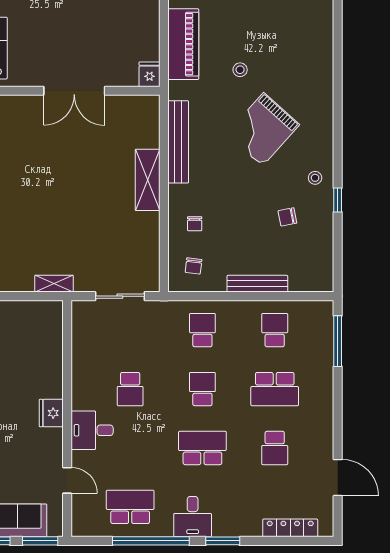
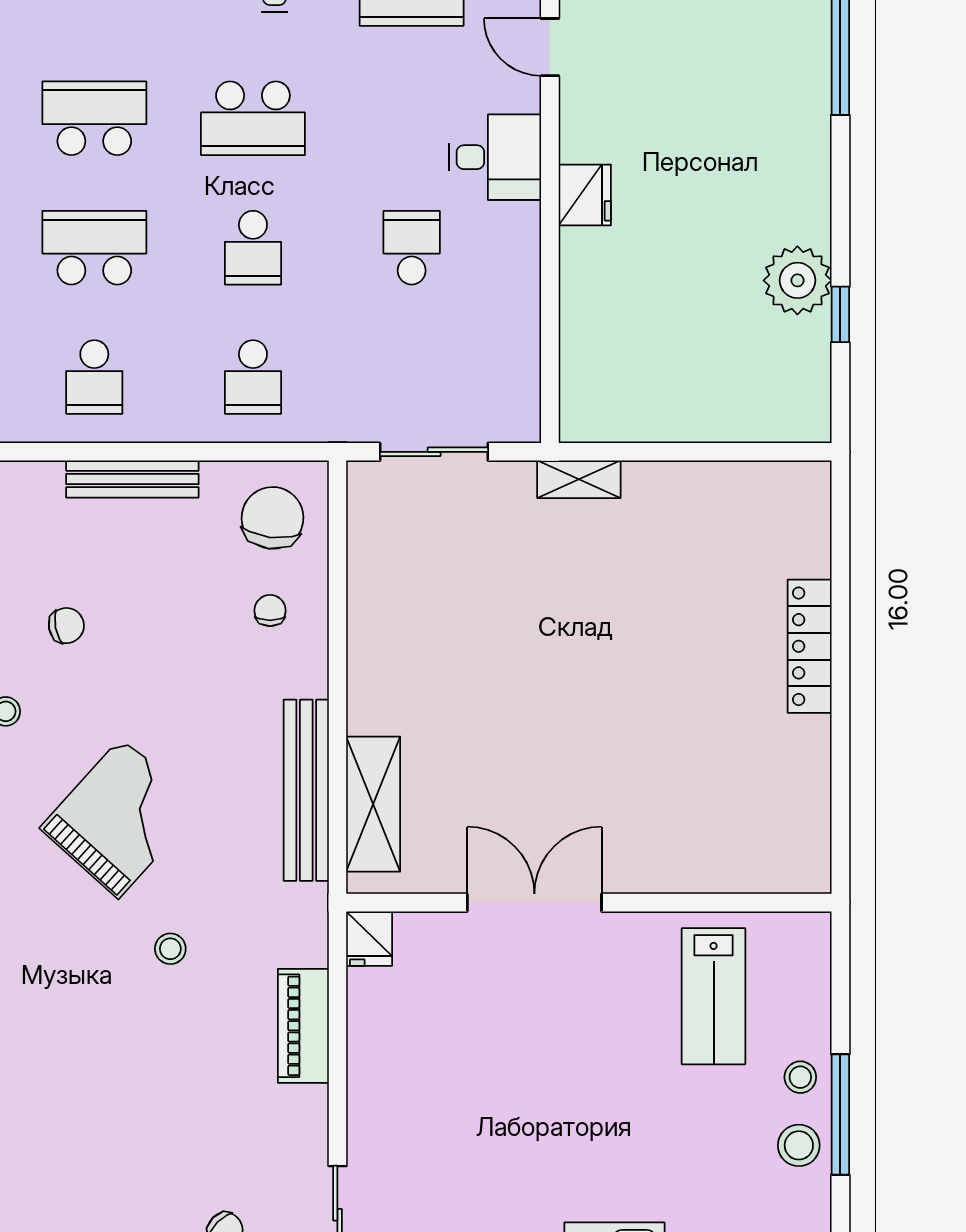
piano: (183, 44) -> (303, 1026), width x0.73, depth x0.75
shelving: (148, 180) -> (373, 804), moved
chair: (194, 266) -> (273, 518), width x1.87, depth x1.87
school desk: (275, 448) -> (94, 118), width x1.85

